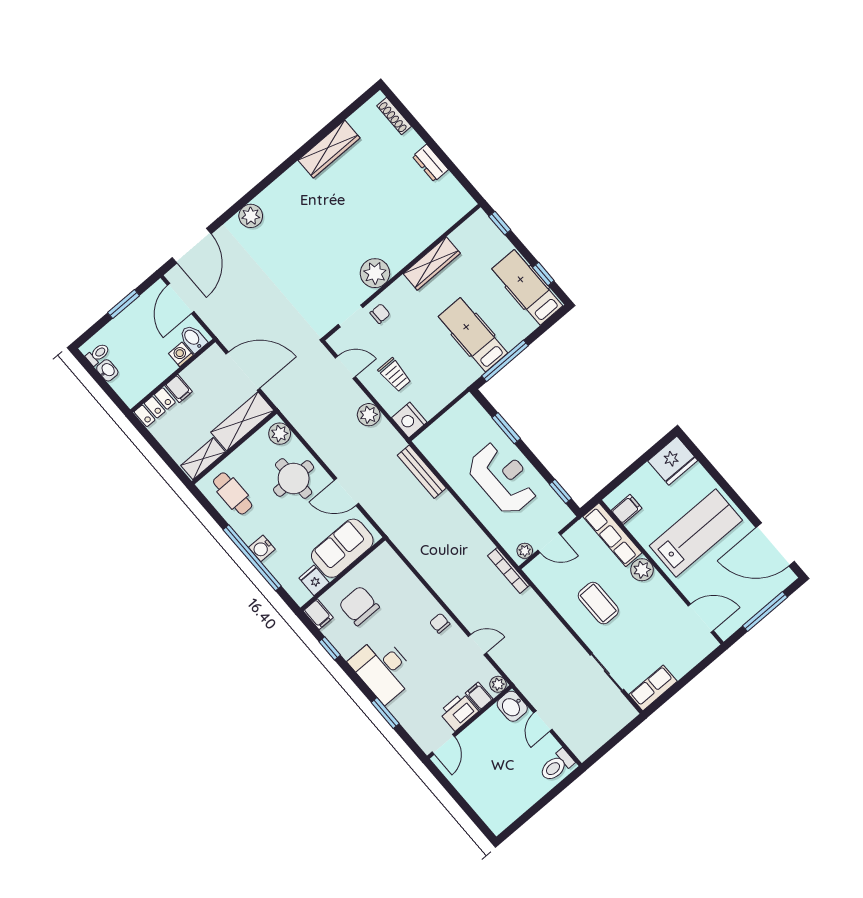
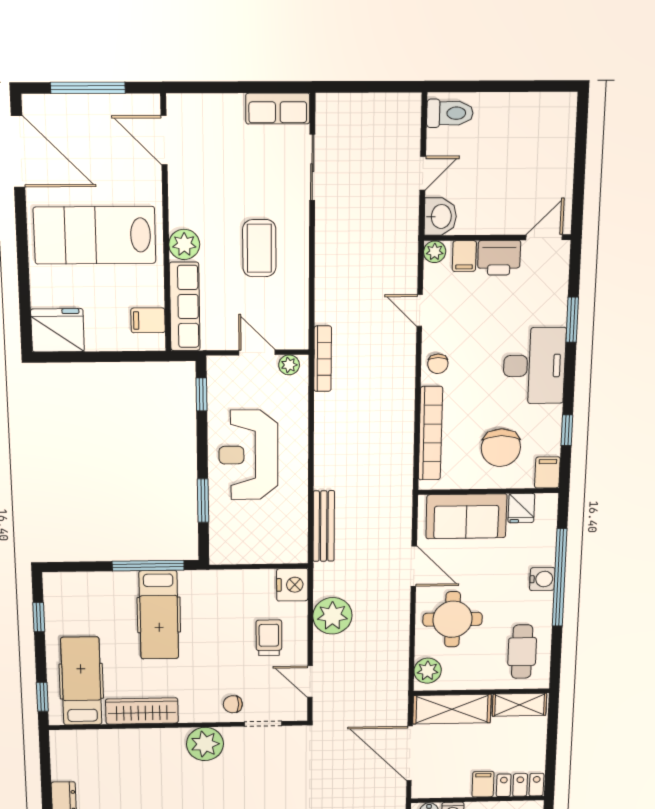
hospital bed: (527, 287) -> (81, 681), moved, turned 180
plant: (369, 415) -> (332, 616), width x1.36, depth x1.36
bookcase: (408, 580) -> (430, 433), added

